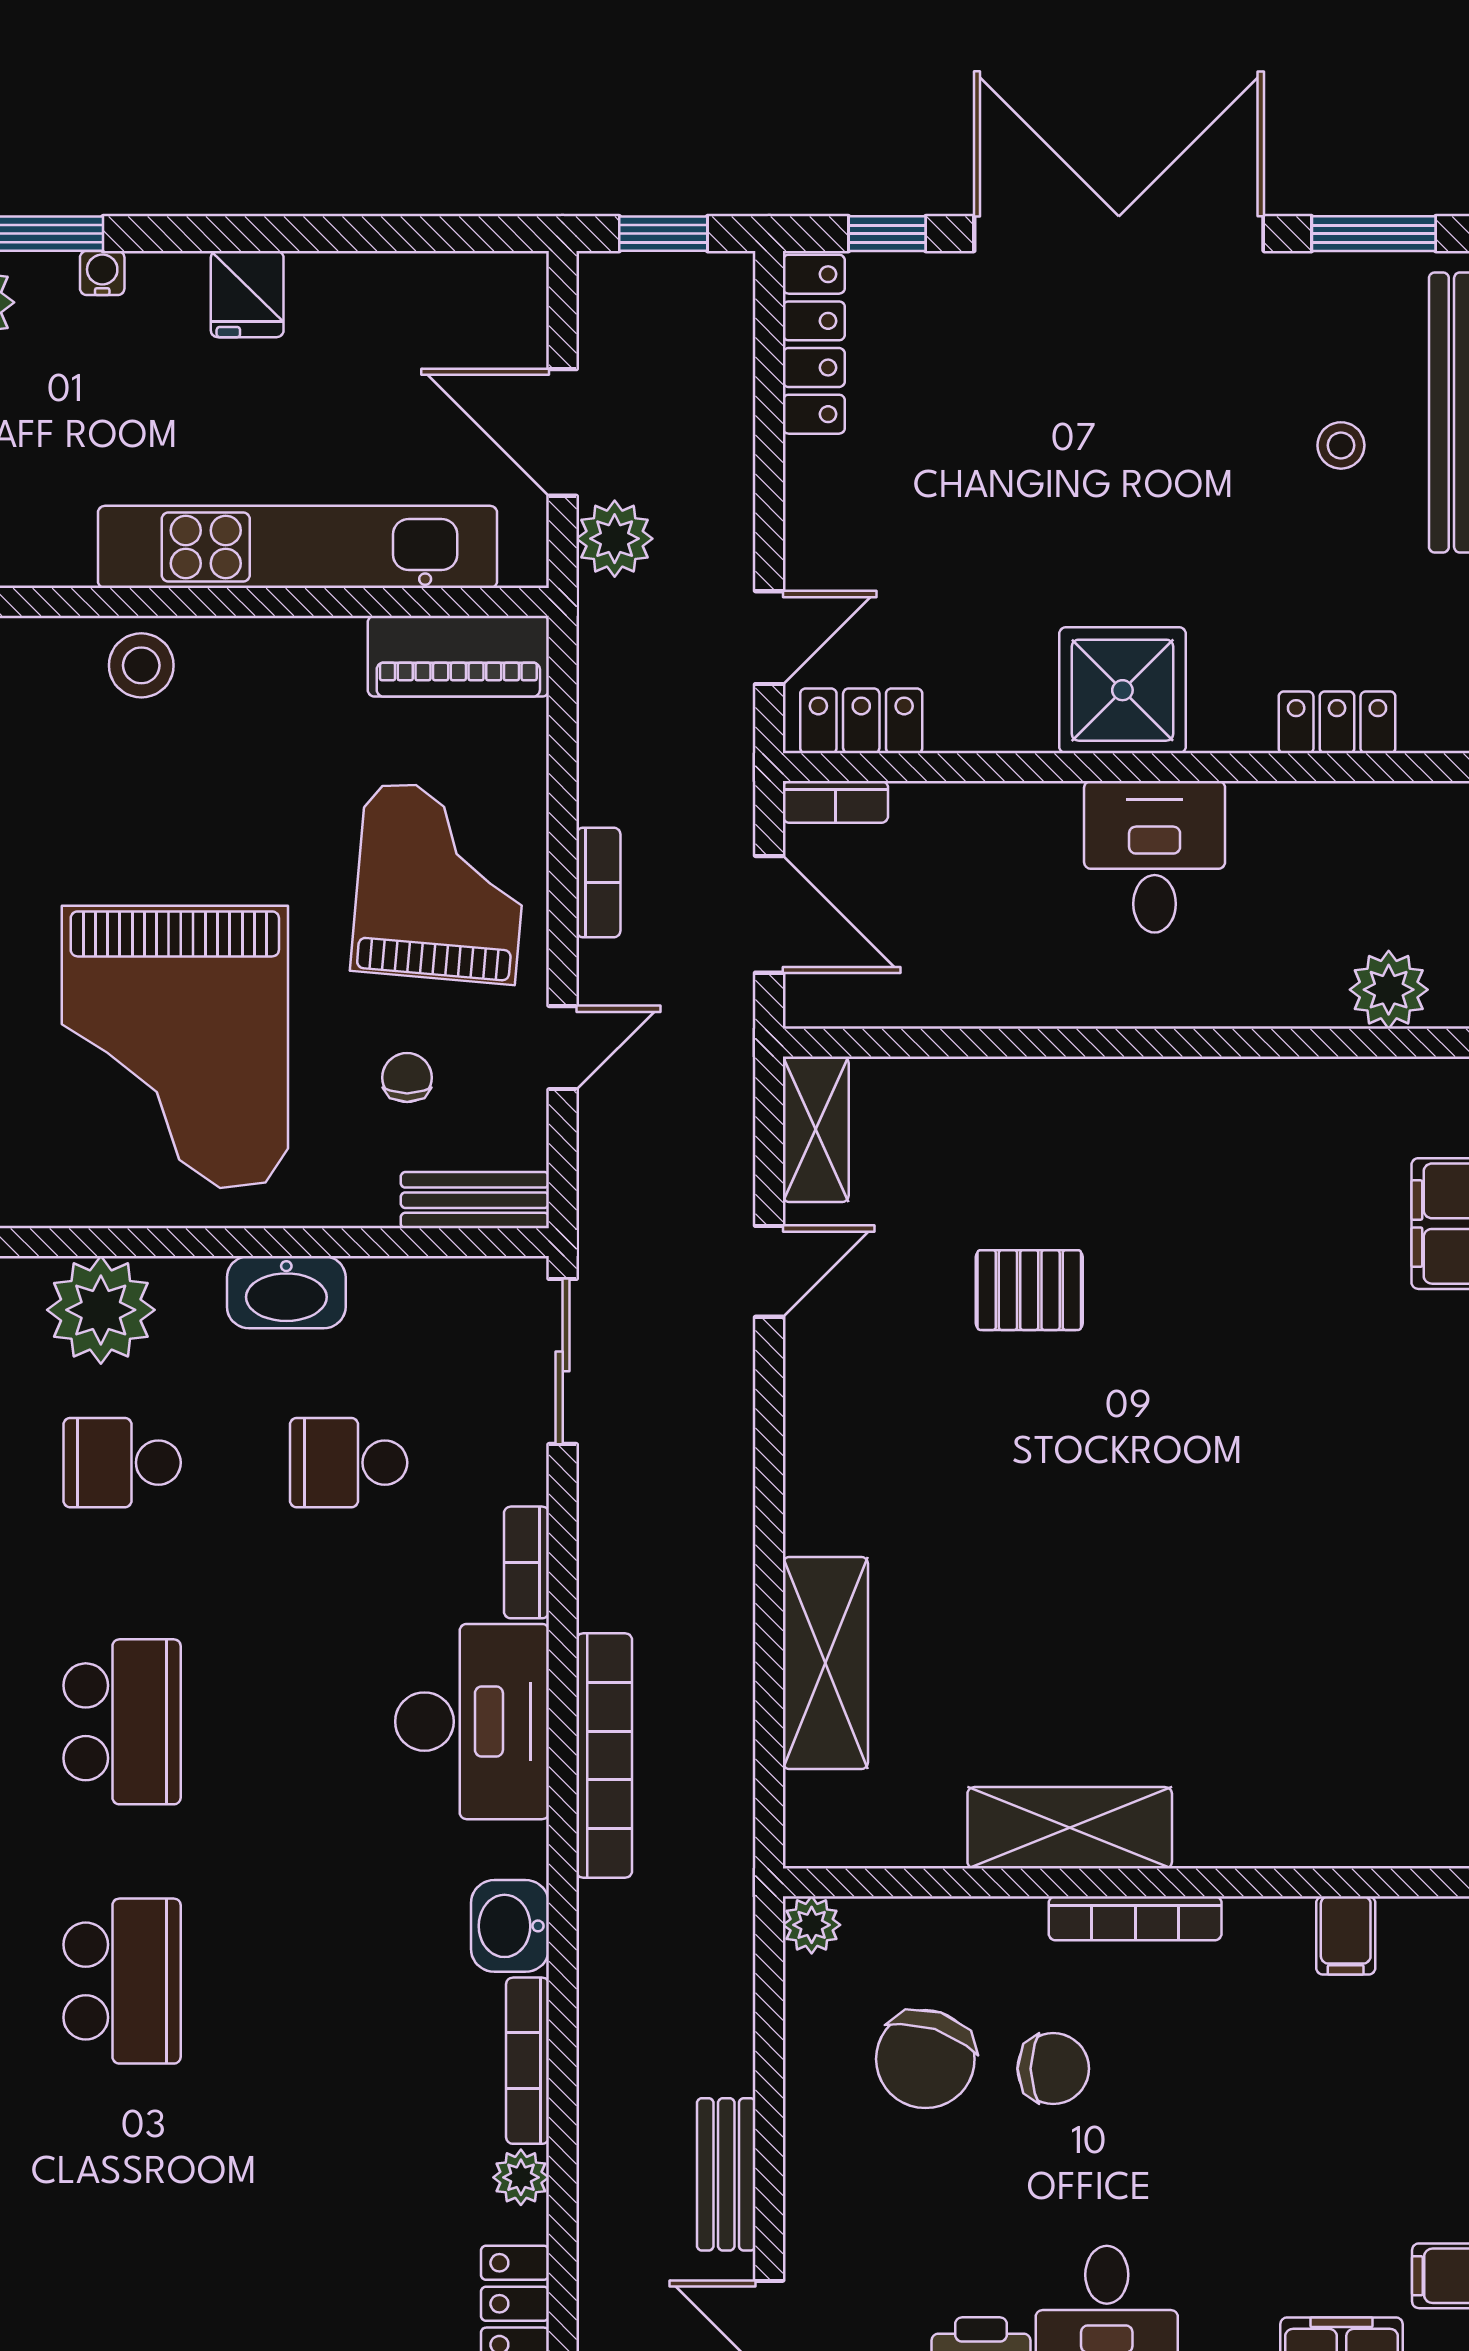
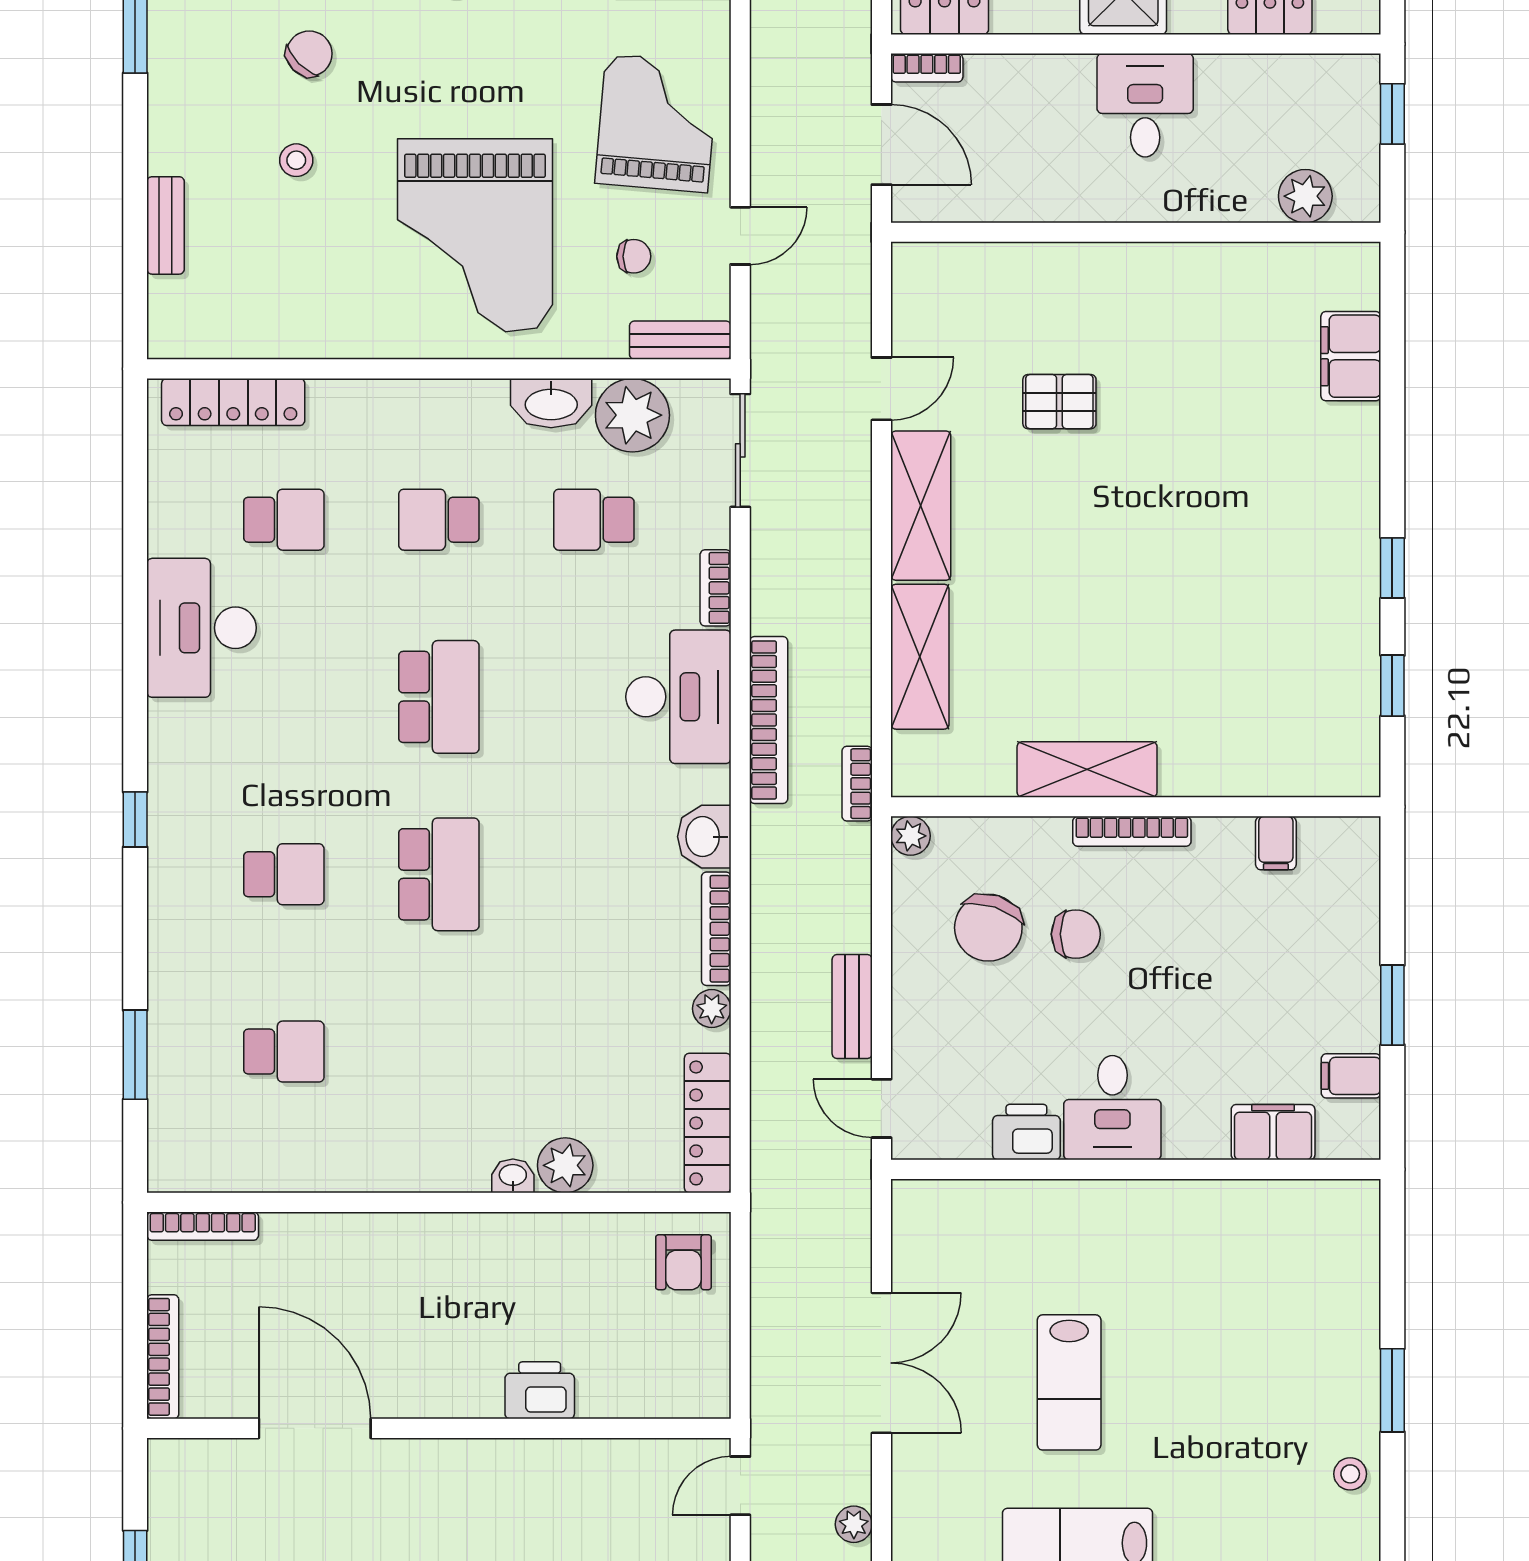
bookcase: (598, 883) -> (857, 784), moved, turned 180
chair: (407, 1078) -> (634, 256), turned 90
shelving: (816, 1129) -> (921, 506), moved, width x1.50, depth x1.33
plant: (101, 1310) -> (632, 415), moved

